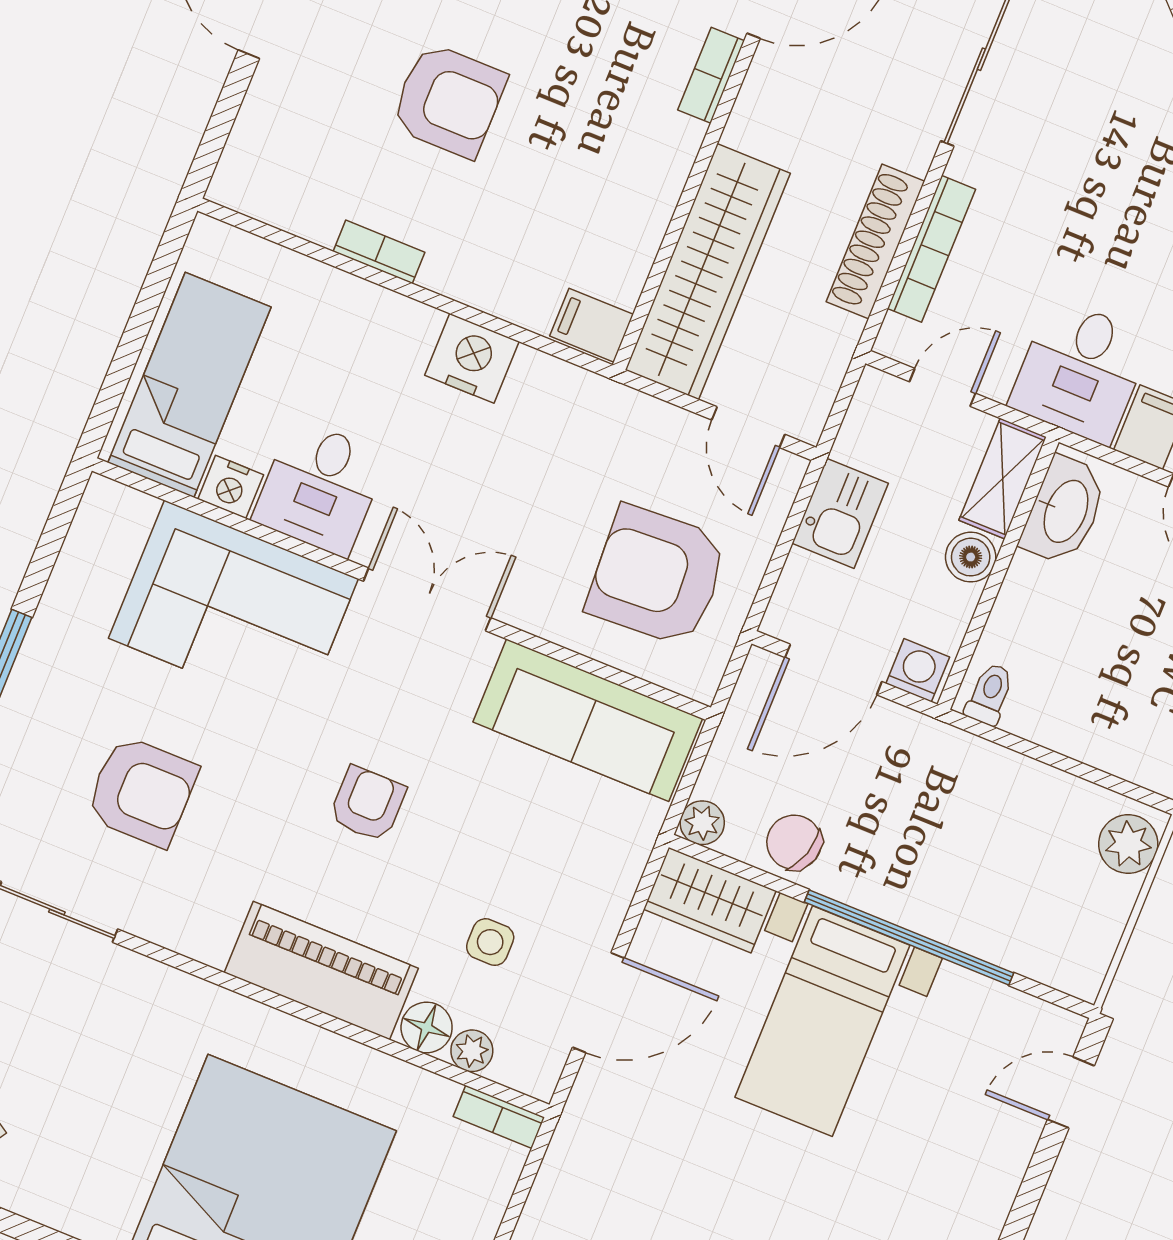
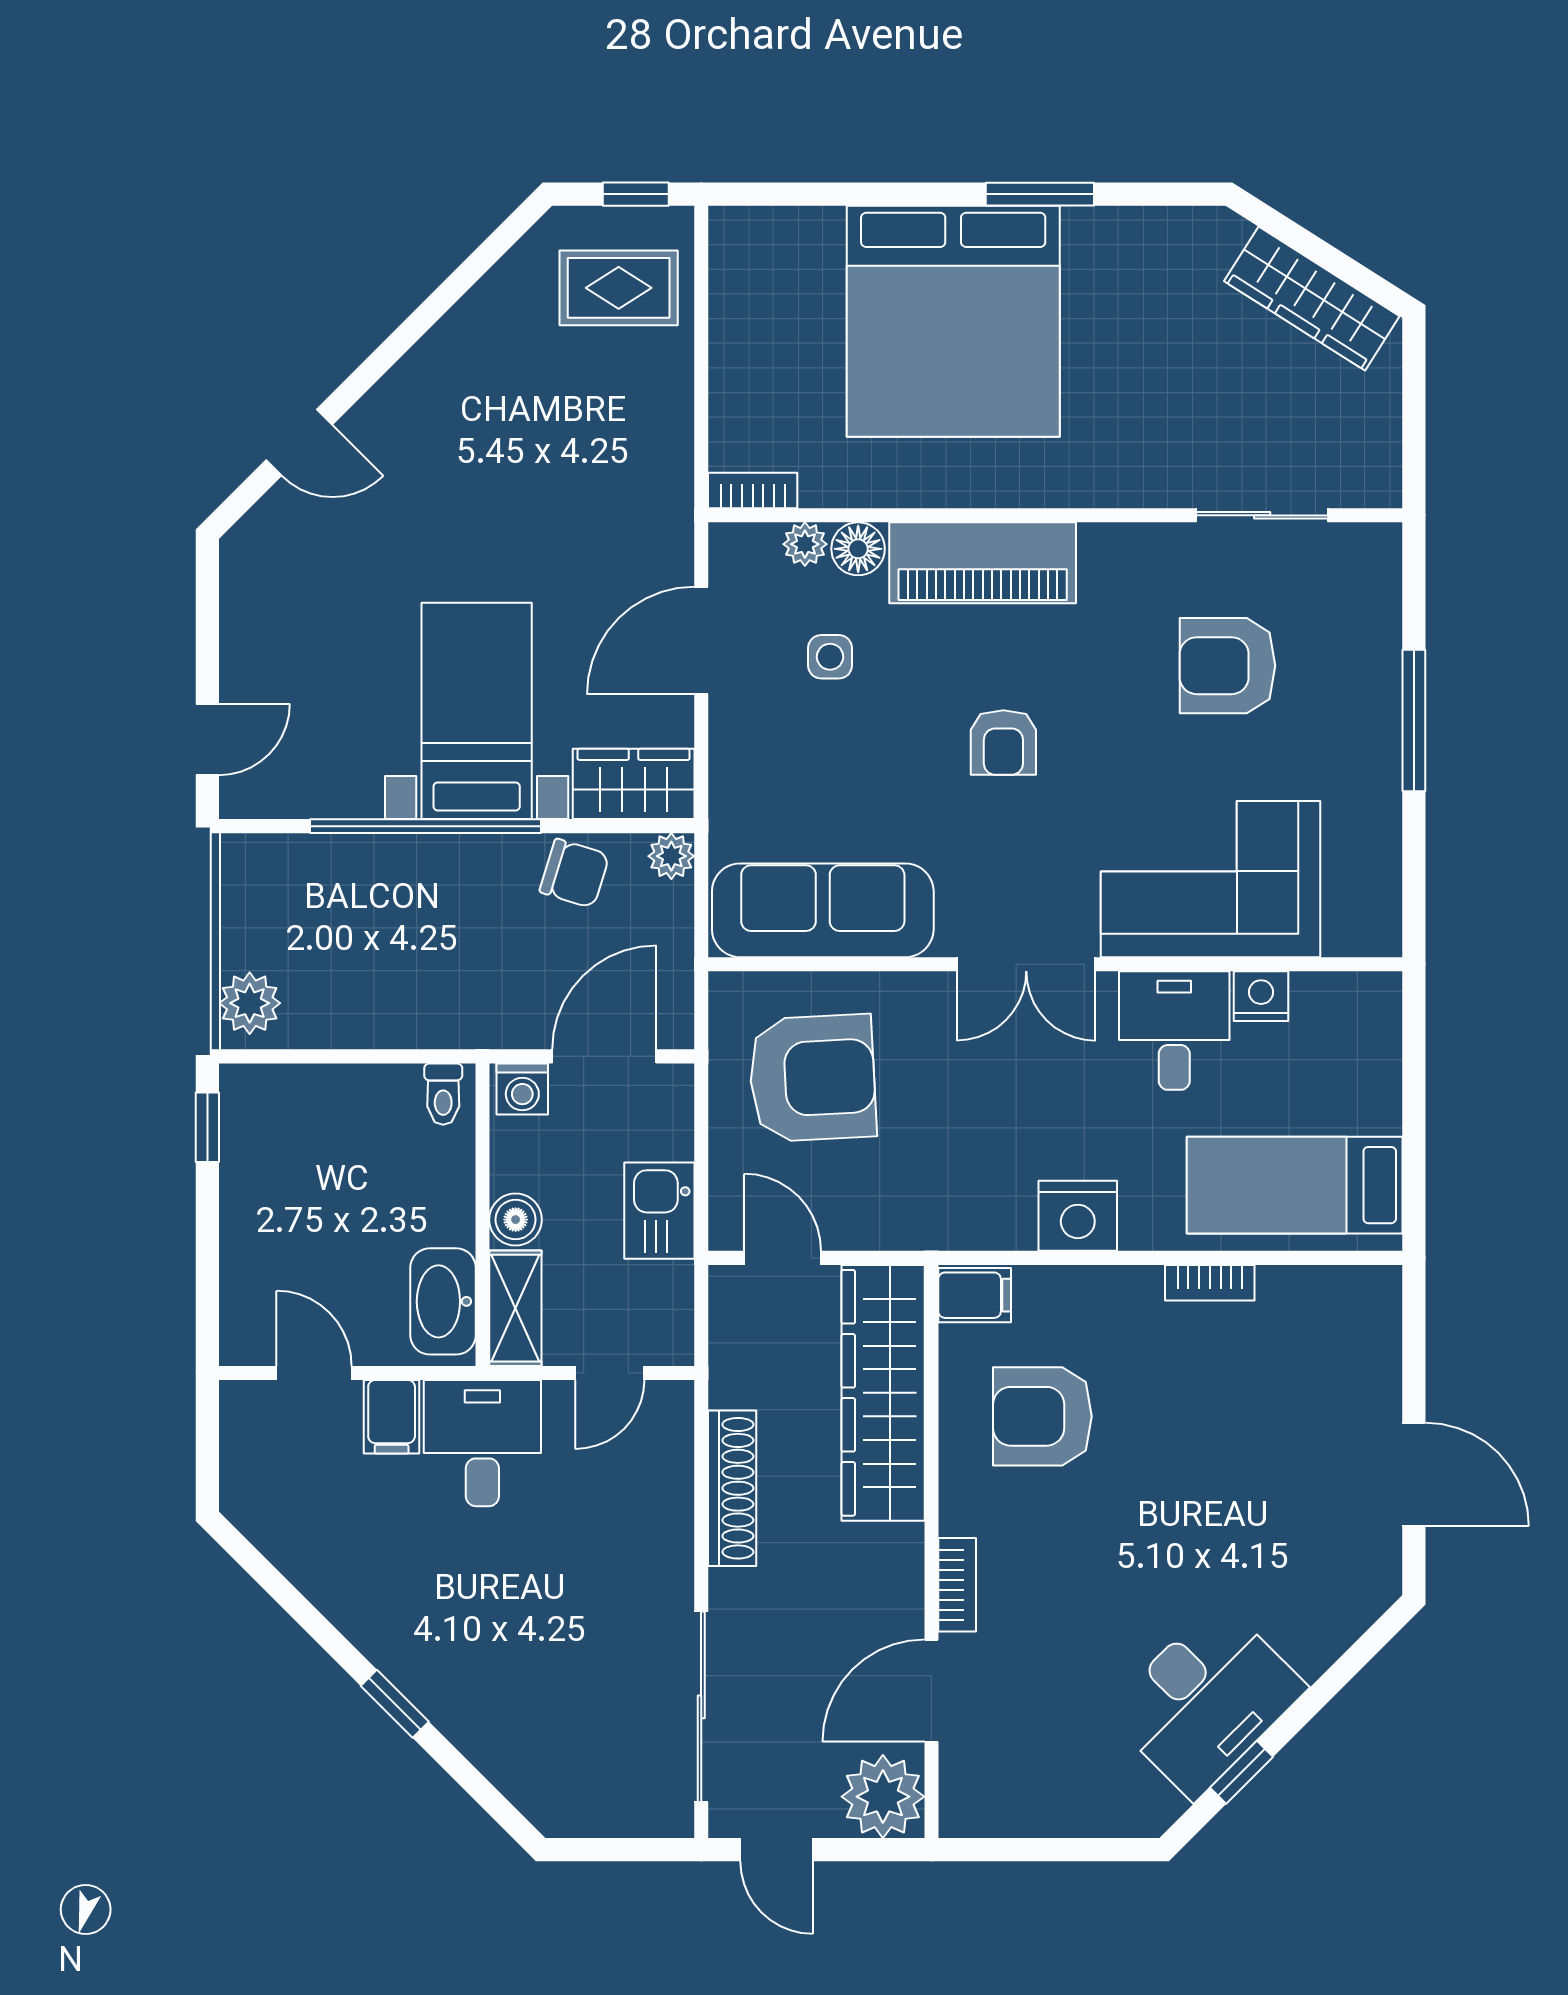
armchair: (448, 100) -> (1042, 1416), moved
bookcase: (931, 249) -> (675, 1503), removed
bed: (190, 385) -> (1295, 1185), moved, turned 90

